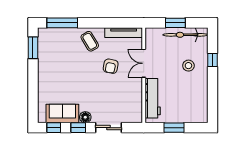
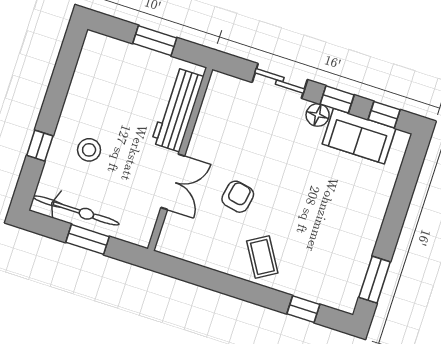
window: (62, 23) -> (303, 309), width x0.46
tv unit: (124, 33) -> (192, 253), removed

